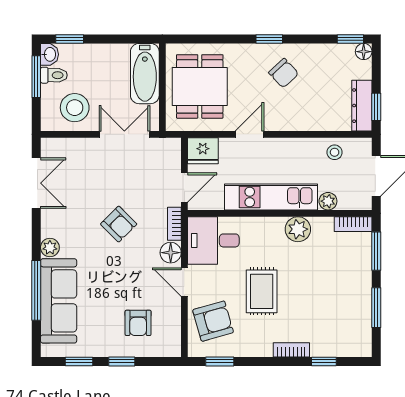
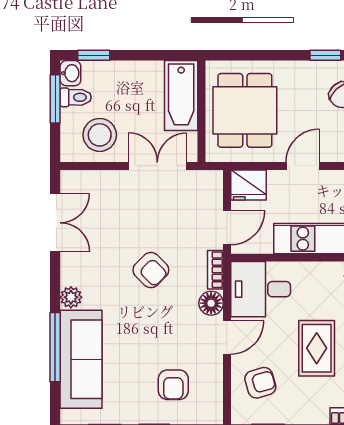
door: (184, 282) -> (227, 337), swing flipped
armchair: (213, 321) -> (260, 383), width x0.72, depth x0.72

